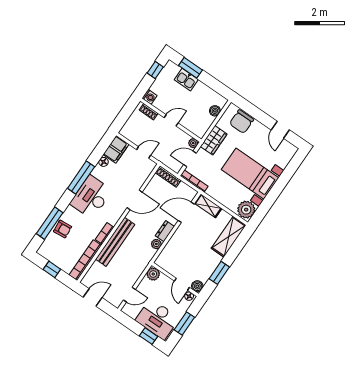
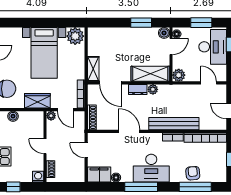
shelving: (229, 237) -> (150, 74), moved

